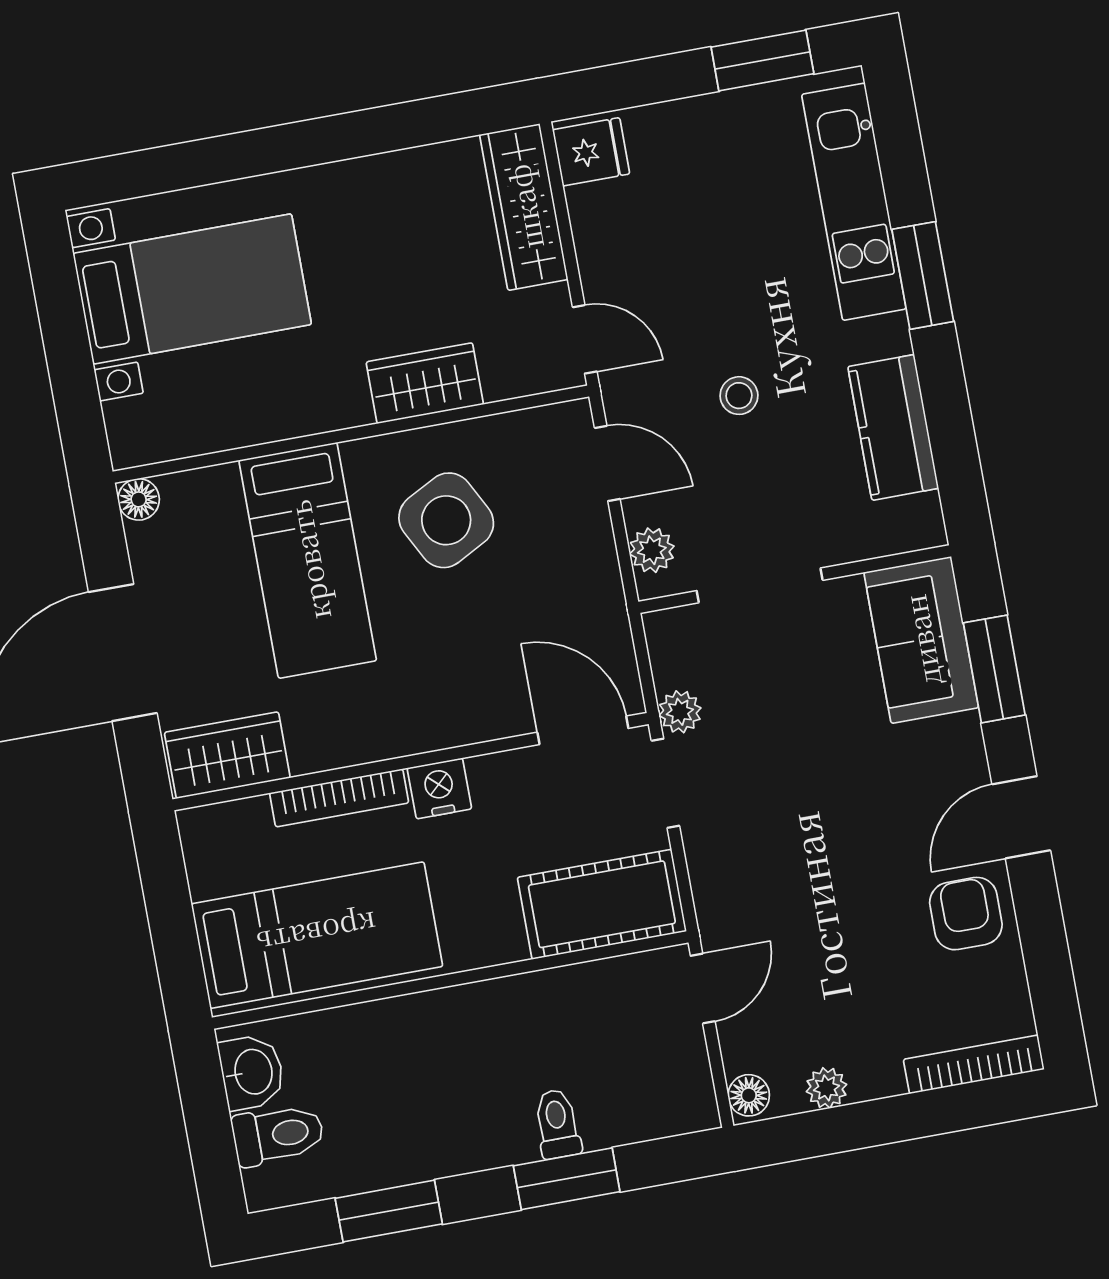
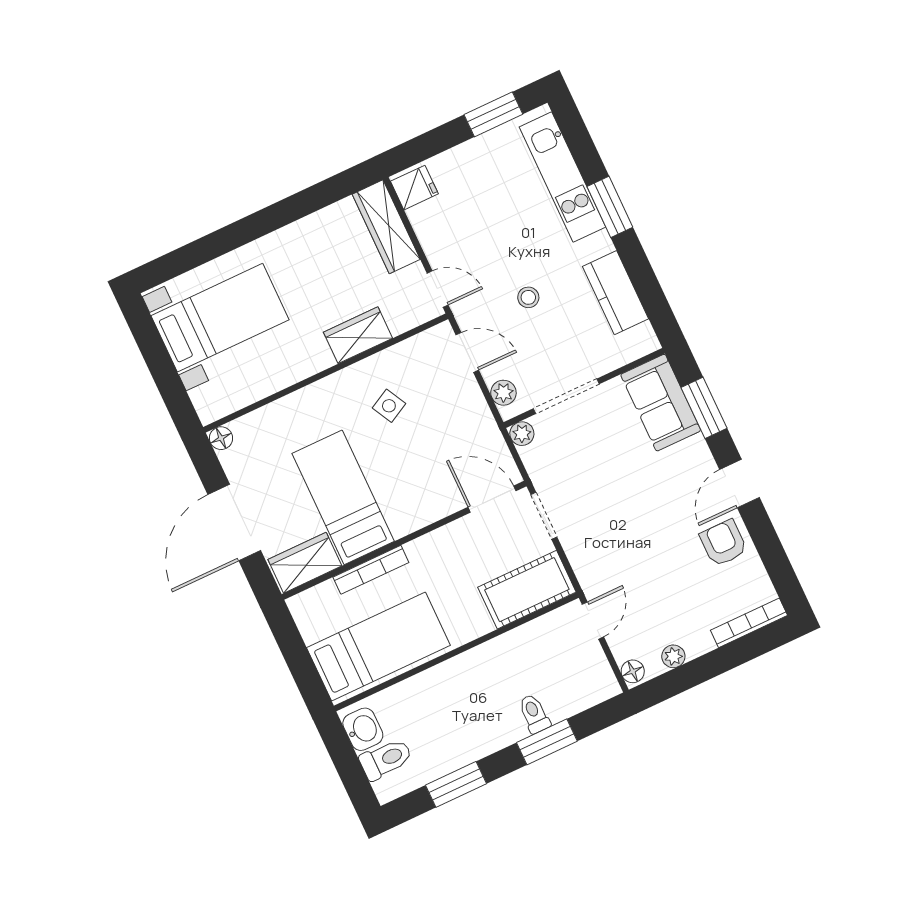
side table: (446, 520) -> (389, 406), width x0.54, depth x0.54
bed: (308, 560) -> (343, 497), moved, turned 180
plant: (680, 712) -> (522, 434), moved
nightstand: (439, 788) -> (423, 551), removed

